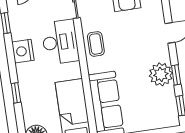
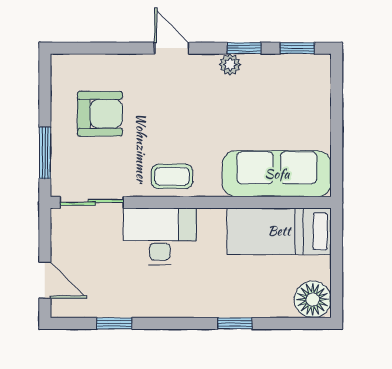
nightstand: (23, 51) -> (166, 301), removed
plant: (161, 74) -> (230, 65), width x0.53, depth x0.53

